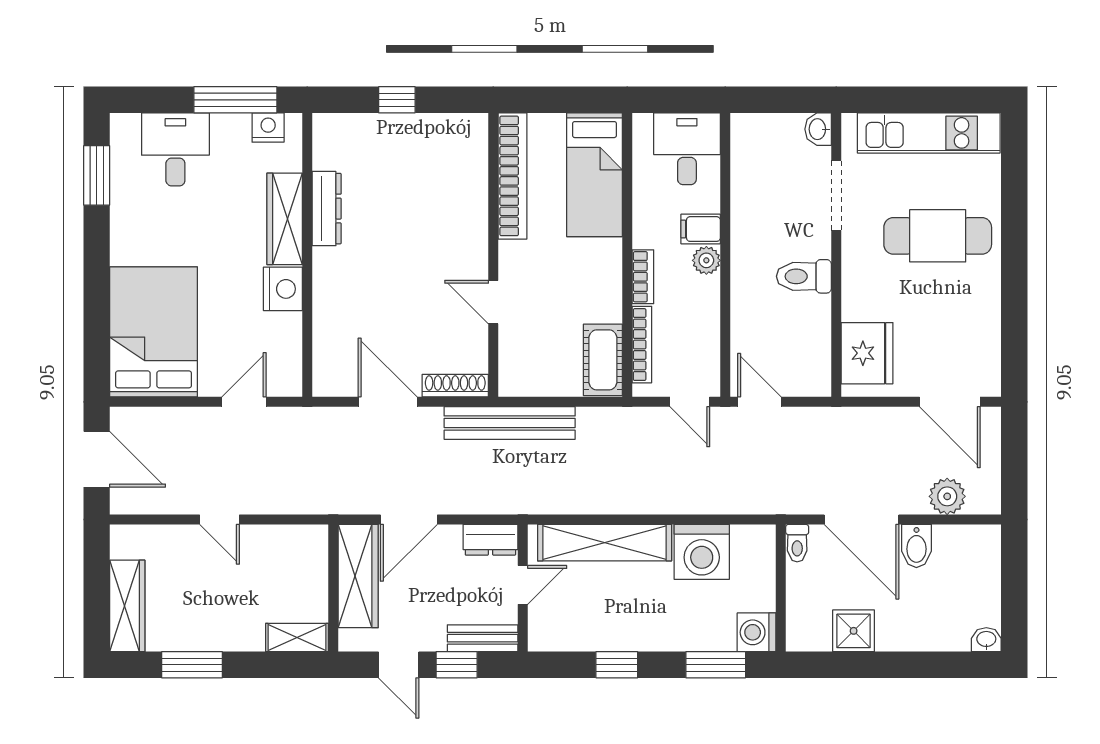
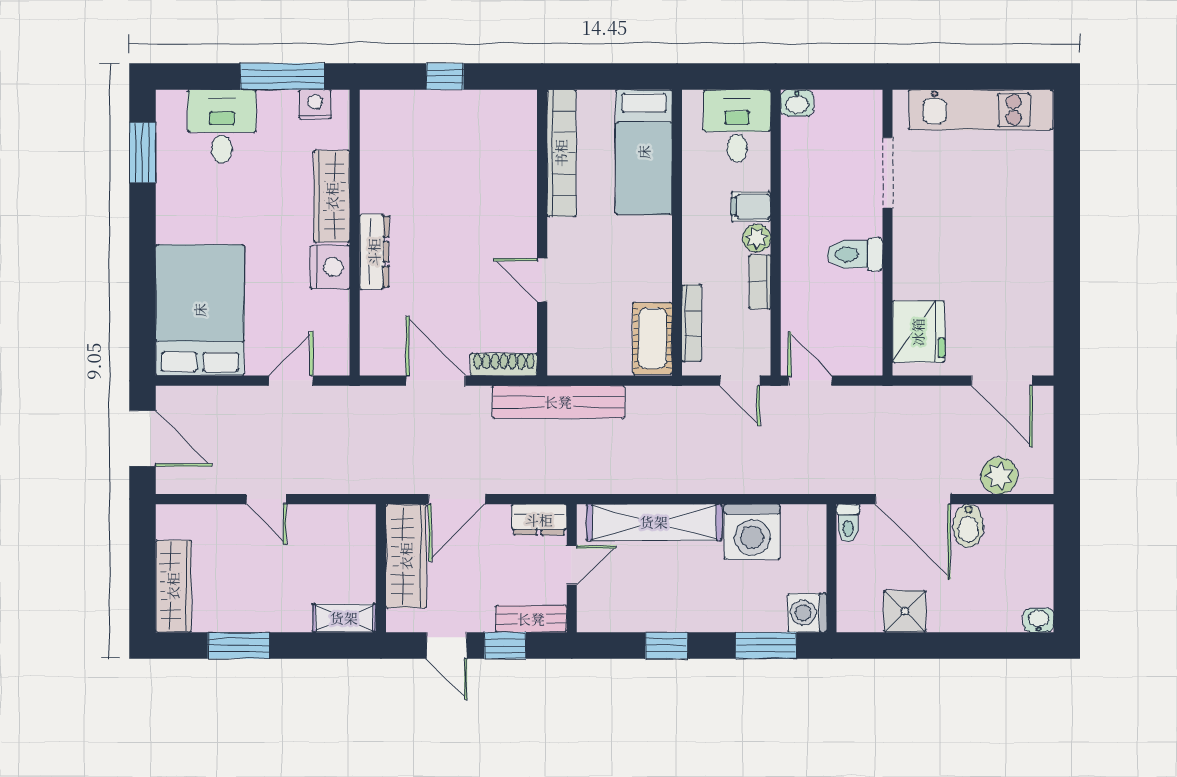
washbasin: (818, 129) -> (797, 103), moved, turned -90
dresser: (327, 209) -> (374, 252), moved
cafe table: (938, 236) -> (990, 213), removed
bookcase: (643, 277) -> (760, 282), moved, turned 180

